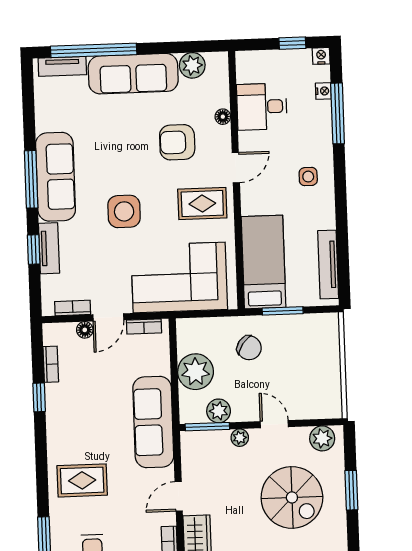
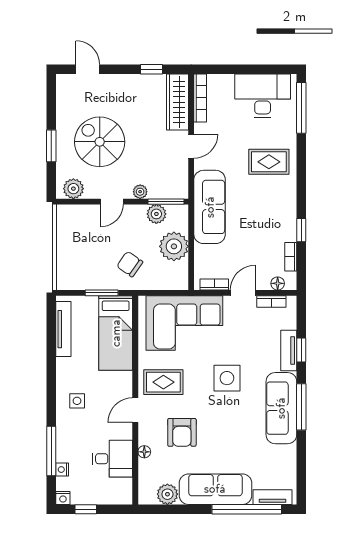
armchair: (177, 142) -> (182, 432), turned 90
floor lamp: (85, 330) -> (278, 283), moved
door: (274, 424) -> (112, 202), hinge flipped

